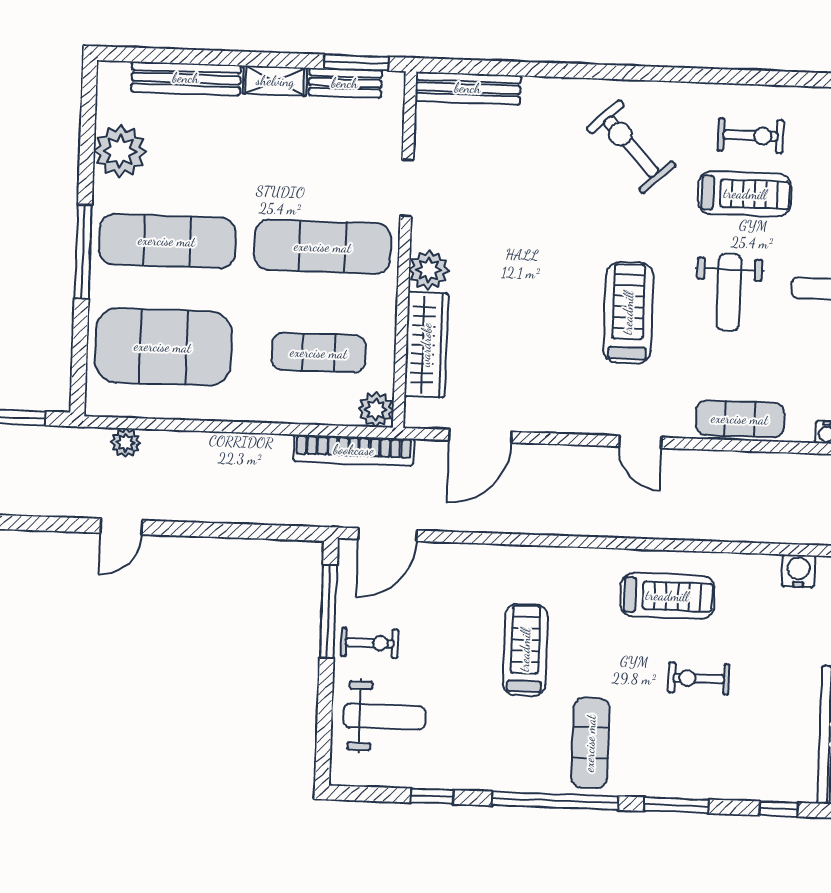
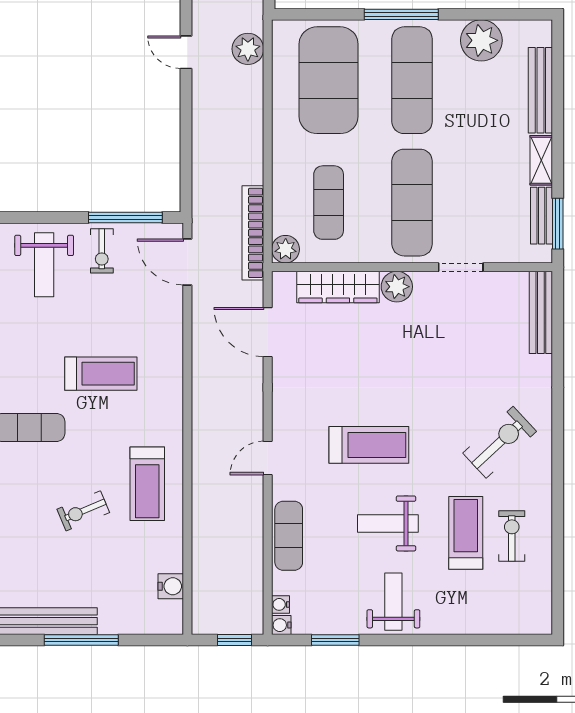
exercise bike: (751, 136) -> (512, 536), turned 180
treadmill: (745, 194) -> (466, 533), turned 180
plant: (126, 443) -> (248, 49), width x1.38, depth x1.38
exercise bike: (699, 678) -> (83, 511), turned -113

